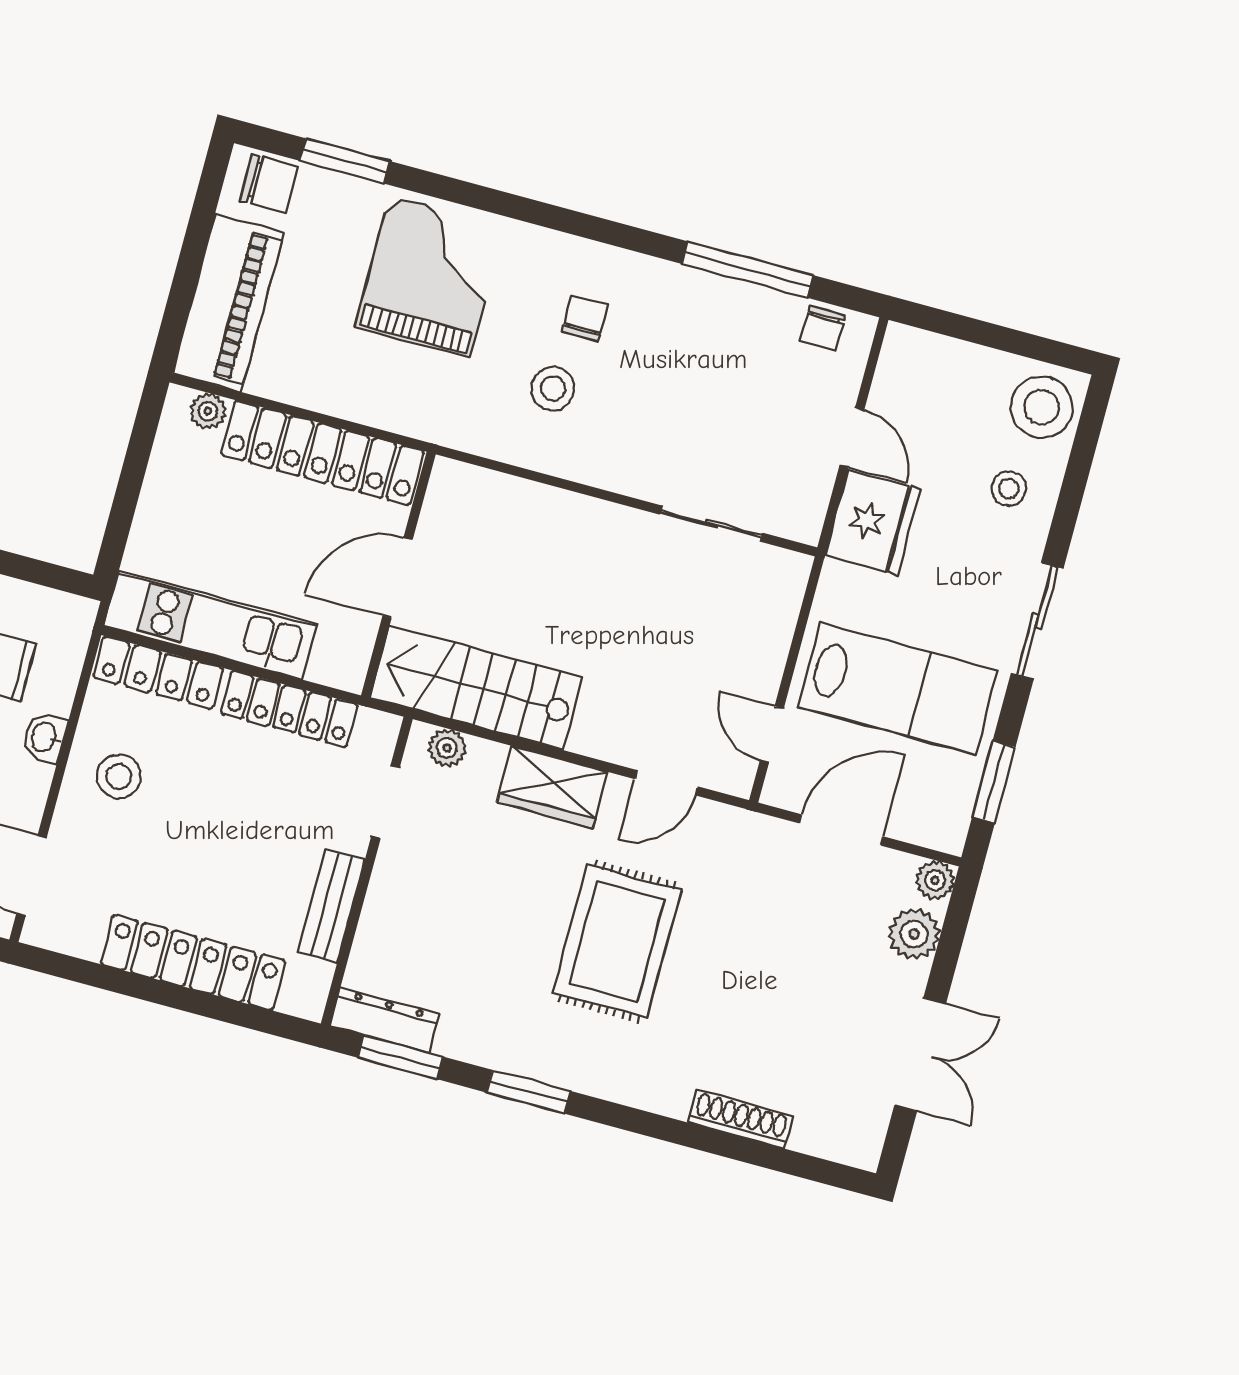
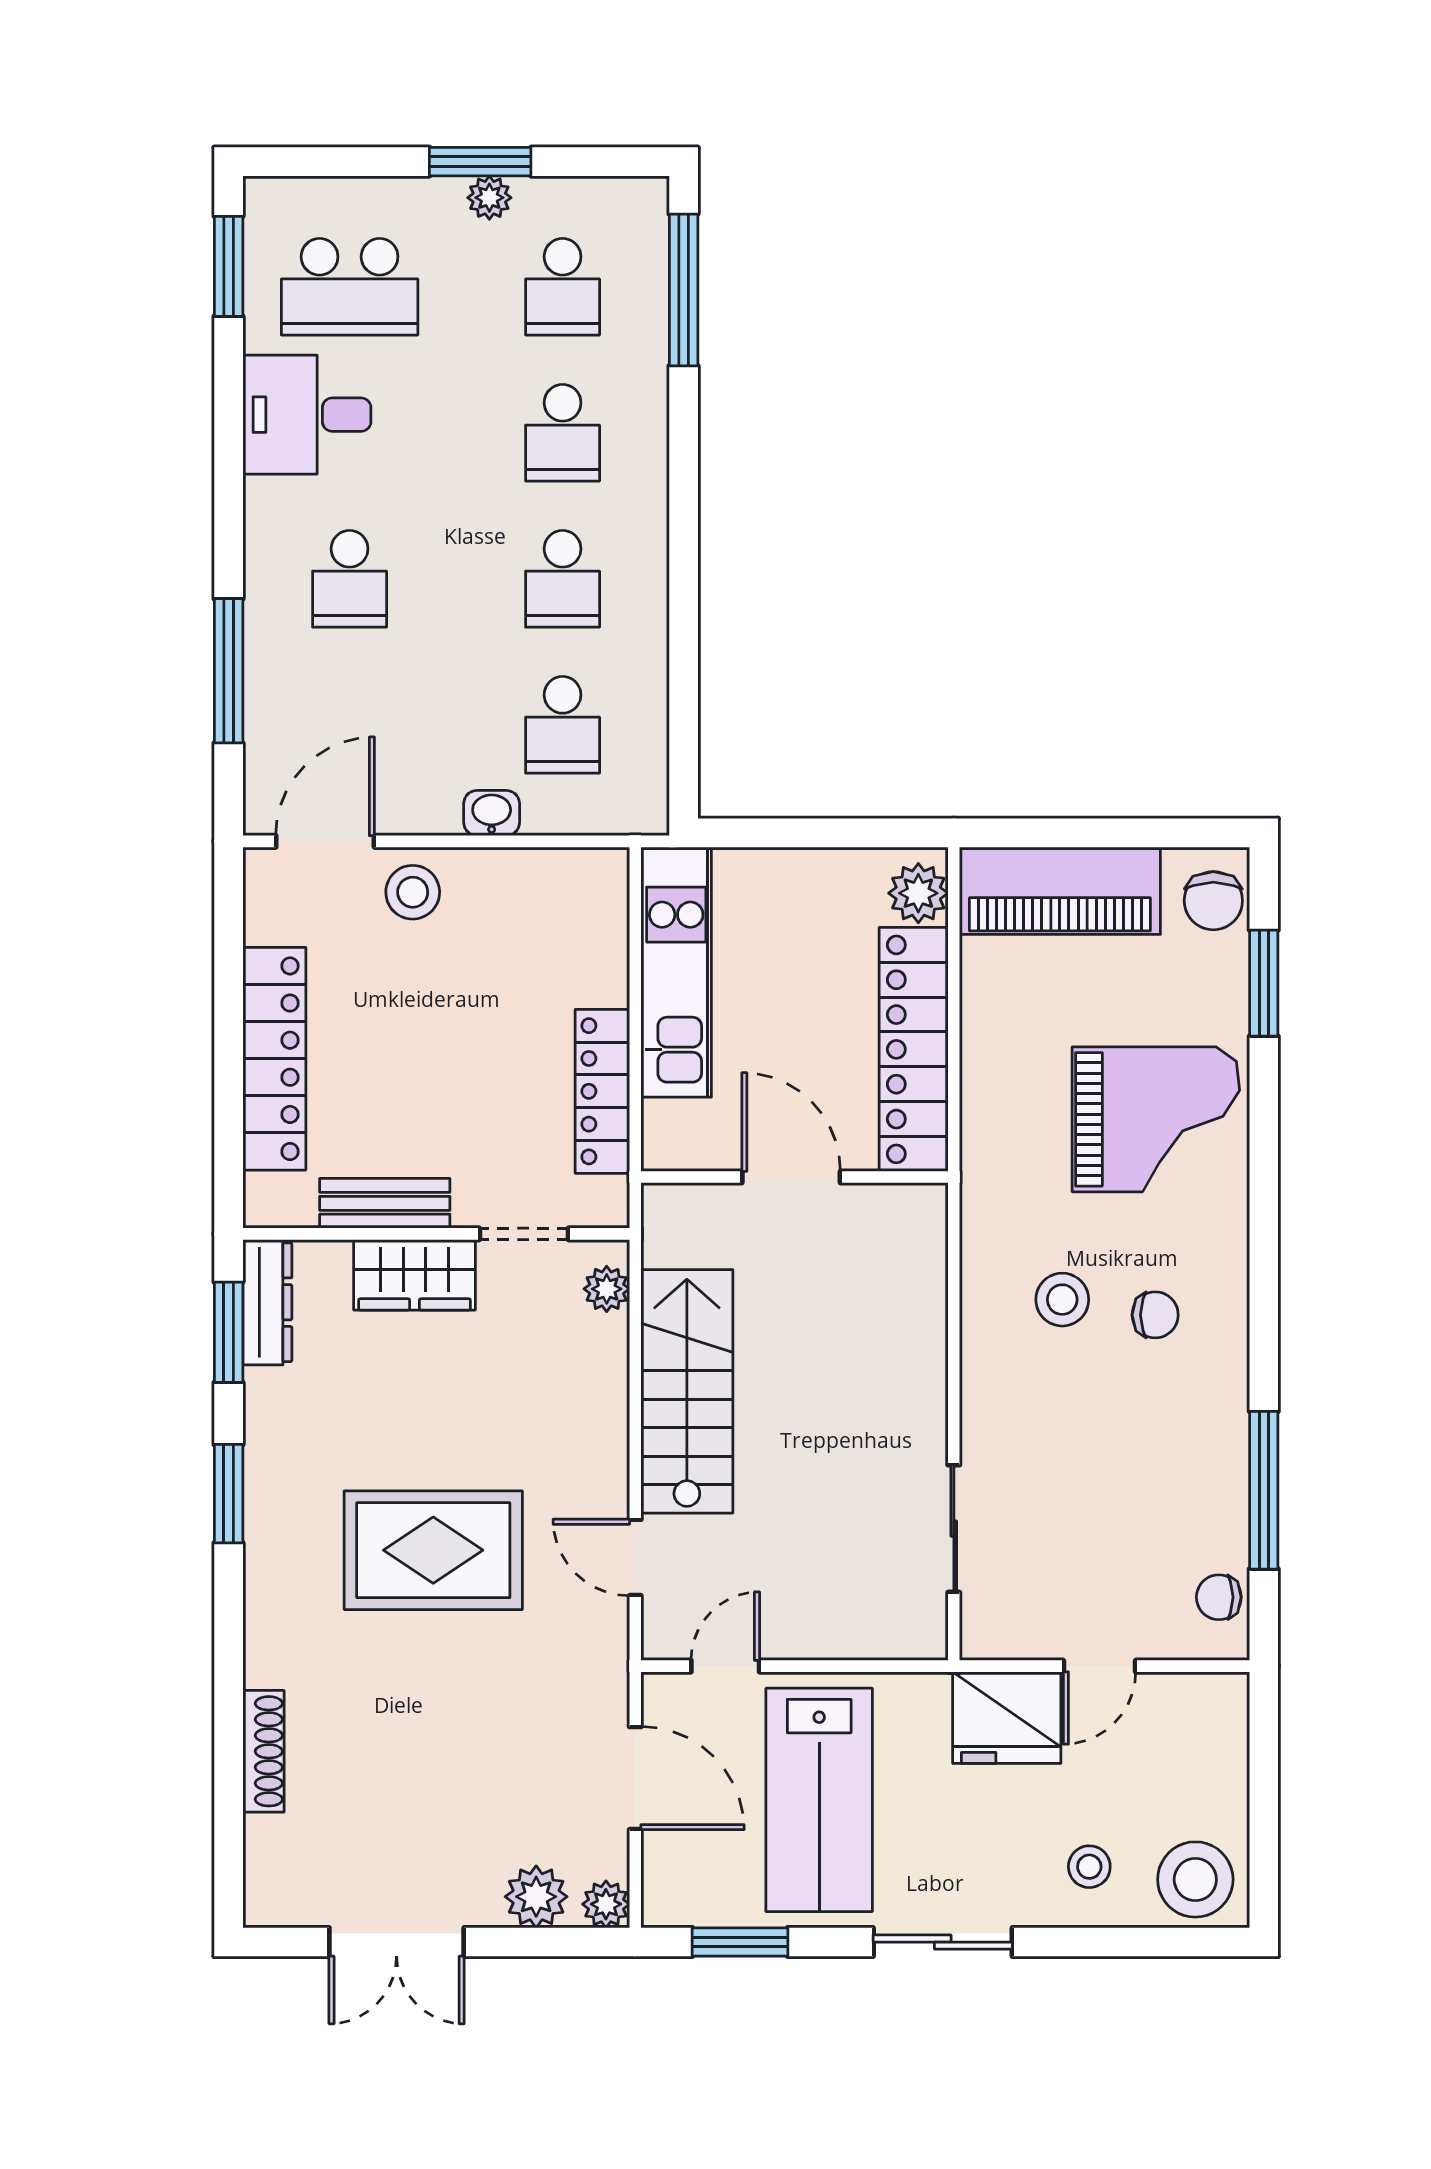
plant: (208, 411) -> (918, 893), width x1.38, depth x1.38
locker: (158, 673) -> (603, 926), removed
stairs: (476, 688) -> (687, 1391), moved
stool: (119, 776) -> (413, 892), moved
wardrobe: (552, 787) -> (415, 1275), moved, turned -90

